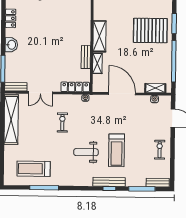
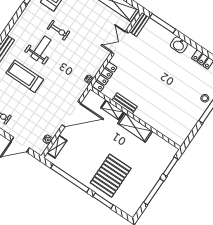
exercise bike: (62, 122) -> (59, 30), moved

